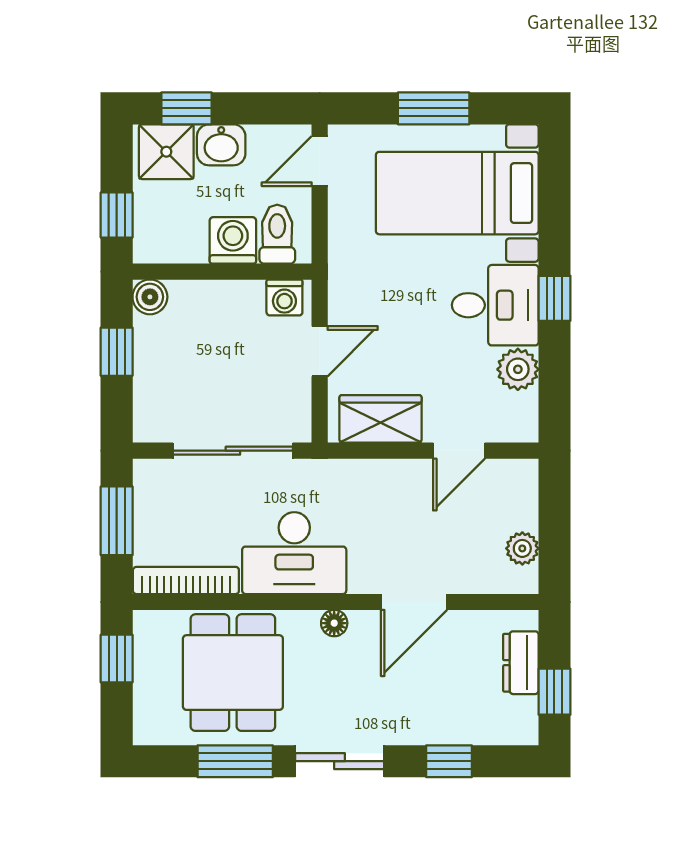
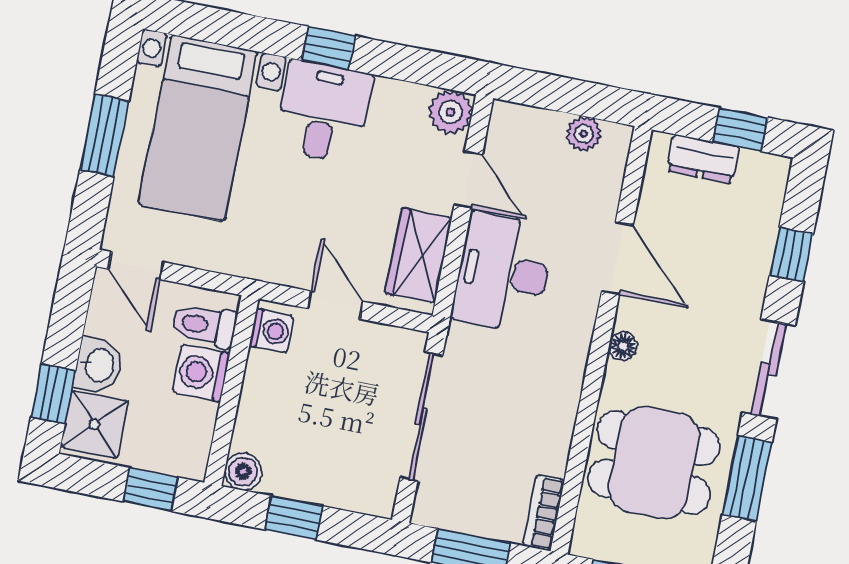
plant: (518, 369) -> (450, 112), moved
desk: (294, 553) -> (503, 272), moved, turned 180
bookcase: (186, 580) -> (544, 513), width x0.64

